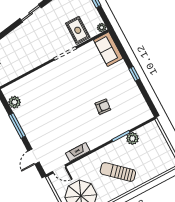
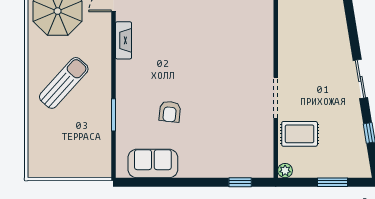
sofa: (108, 49) -> (153, 163), moved
window: (134, 74) -> (240, 182), moved
plant: (132, 138) -> (101, 130), removed

